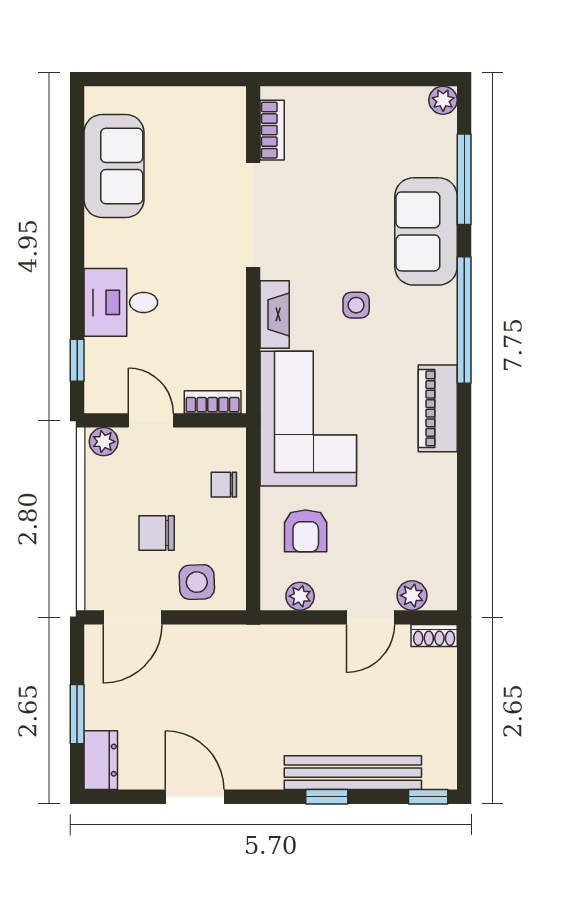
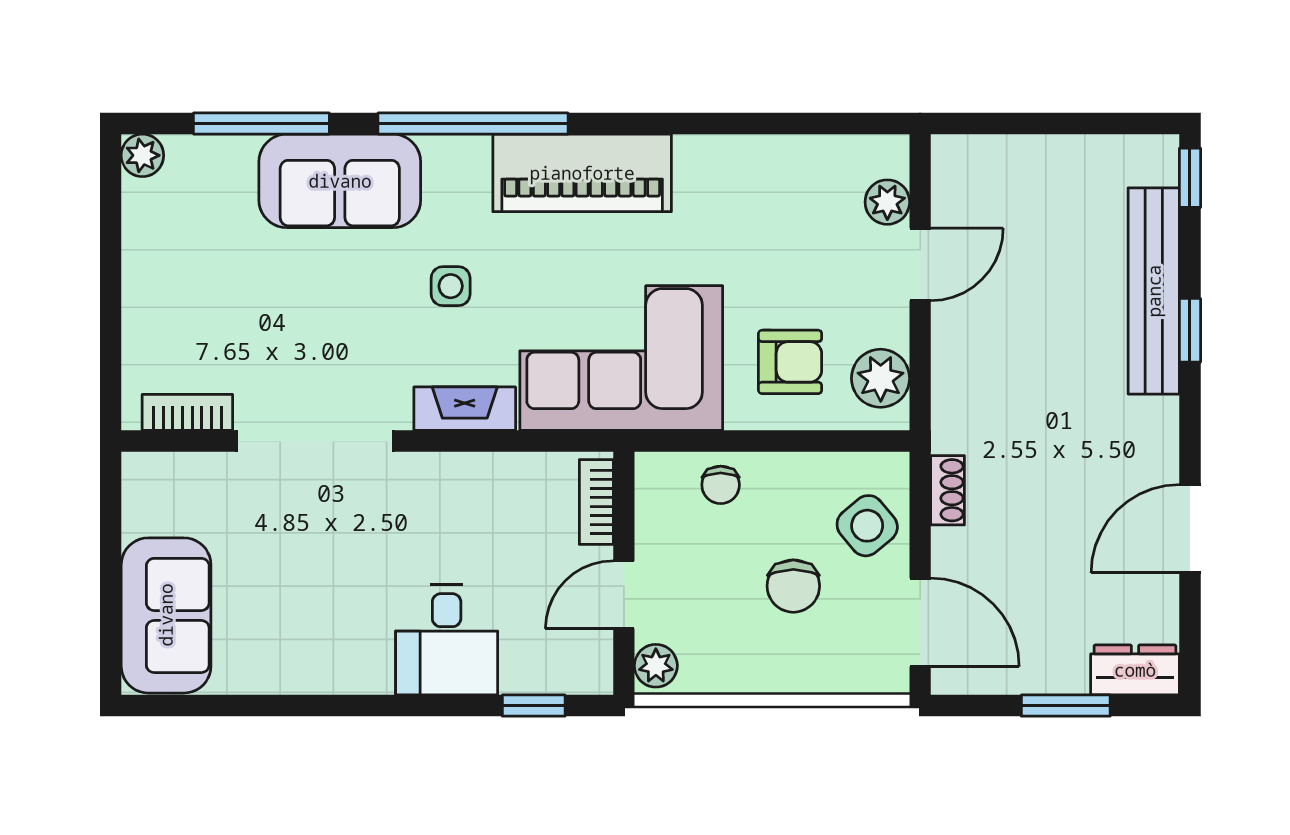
sofa: (114, 166) -> (166, 615), moved, turned 90
piano: (438, 408) -> (582, 173), width x1.37, depth x1.33
side table: (197, 582) -> (867, 526), turned -38
plant: (300, 596) -> (881, 378), width x1.38, depth x1.38
door: (370, 617) -> (920, 264), hinge flipped
shoe rack: (434, 636) -> (948, 490), moved

